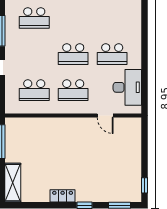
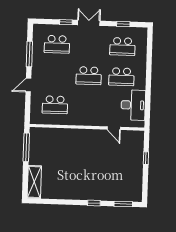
school desk: (73, 90) -> (122, 46), moved
window: (145, 185) -> (146, 158), moved
locker: (63, 196) -> (76, 195), removed

